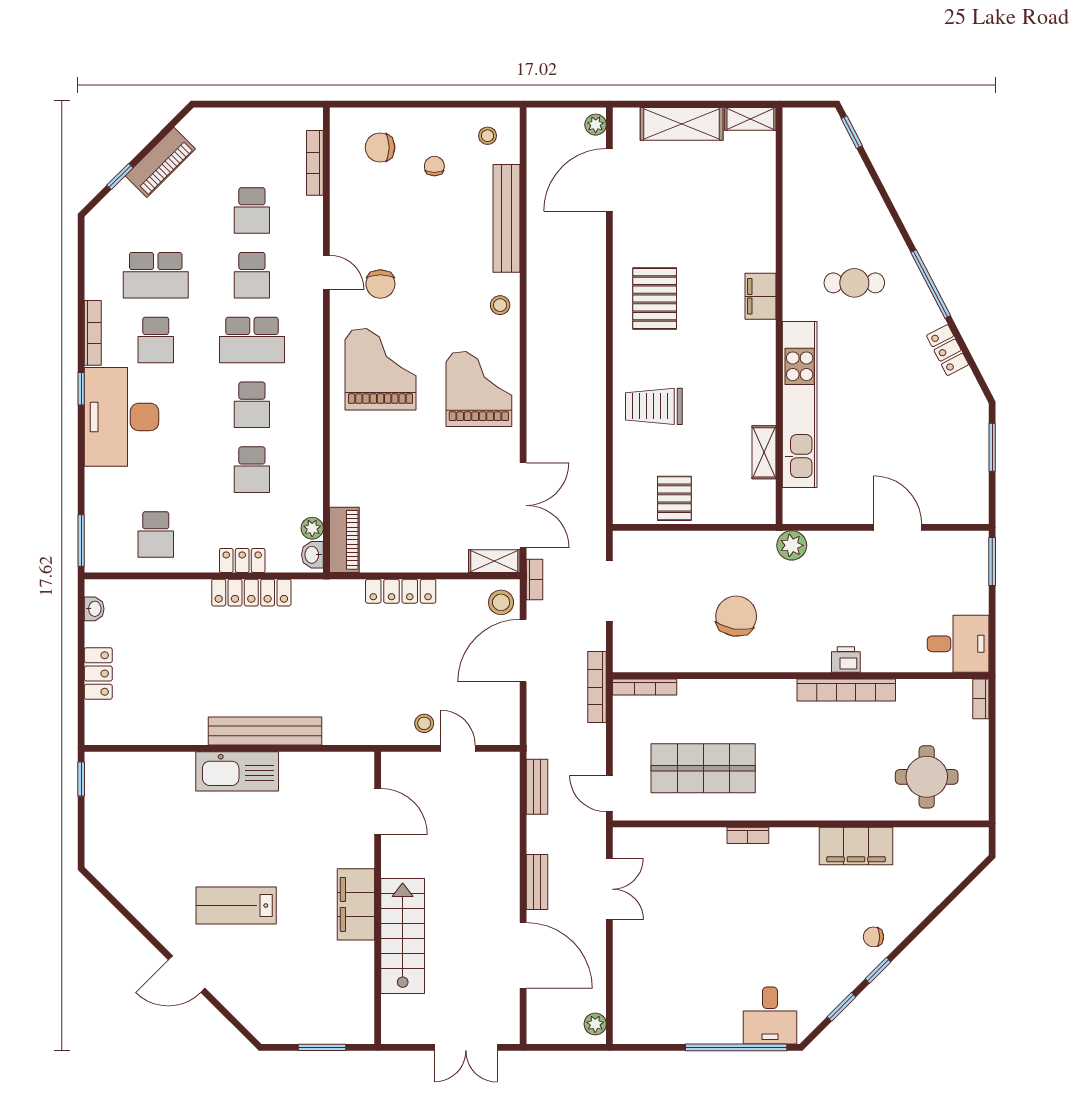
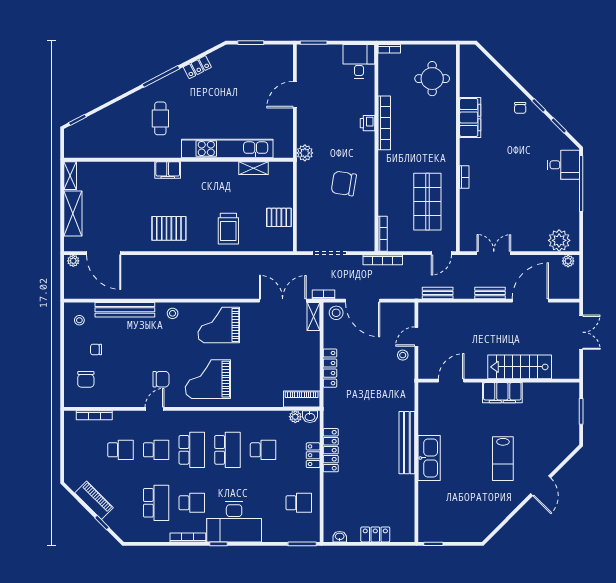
school desk: (252, 405) -> (227, 450), width x1.85
plant: (633, 1008) -> (559, 240), added

